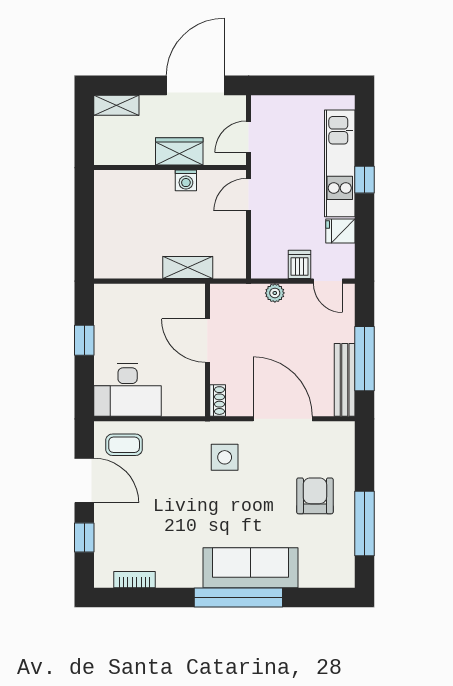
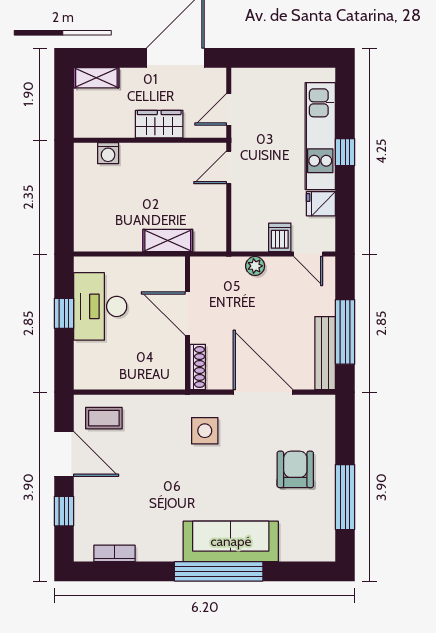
washing machine: (186, 180) -> (108, 153), moved
desk: (128, 390) -> (100, 306), moved, turned 90
shoe rack: (218, 401) -> (198, 367), width x1.43

